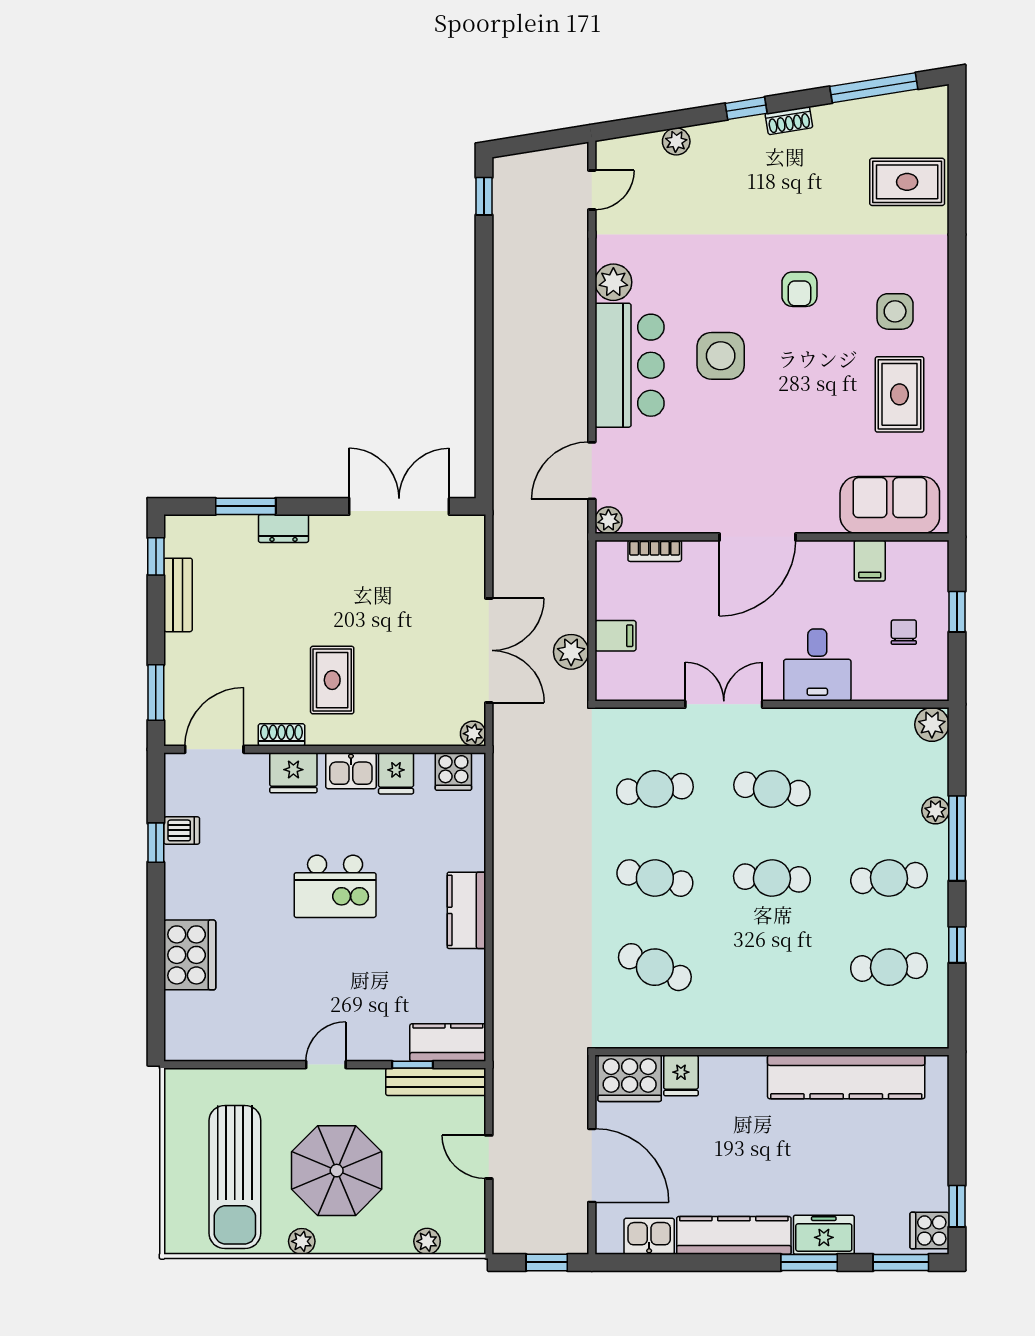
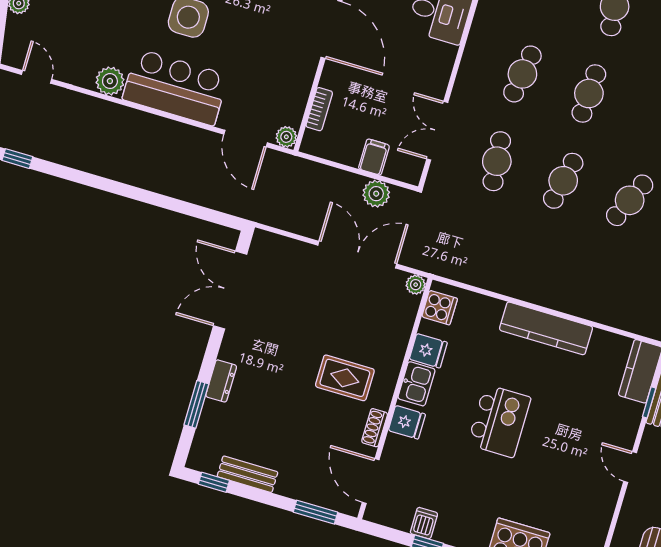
double door: (724, 704) -> (437, 131), moved
fridge: (293, 773) -> (407, 422), width x0.72
kitchen counter: (466, 910) -> (546, 328), width x1.50

